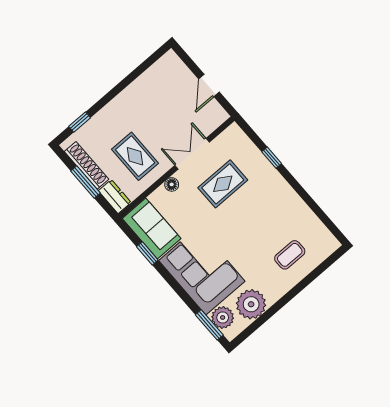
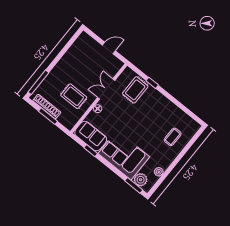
door: (209, 85) -> (109, 48), swing flipped
window: (80, 122) -> (38, 82), width x2.17
rug: (223, 184) -> (135, 90), moved
dresser: (115, 197) -> (66, 122), removed
plant: (251, 304) -> (159, 172), width x0.53, depth x0.53

